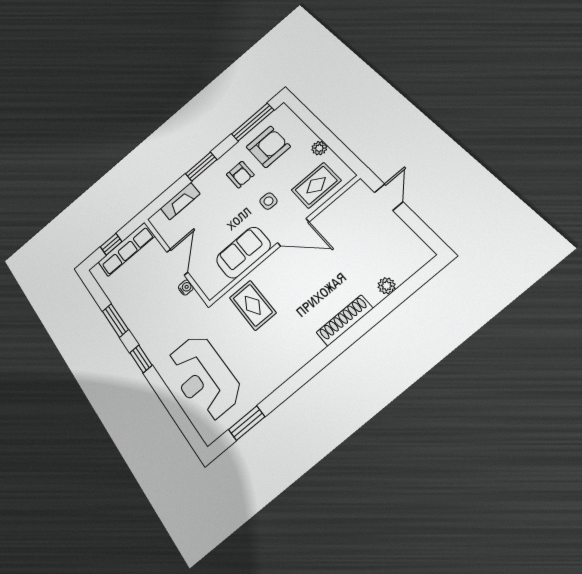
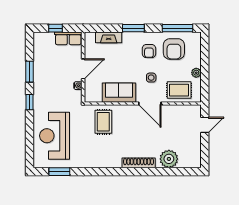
armchair: (268, 147) -> (174, 49), turned 90
row of seats: (126, 249) -> (68, 38), width x0.68
plant: (387, 286) -> (169, 159), width x1.87, depth x1.87

